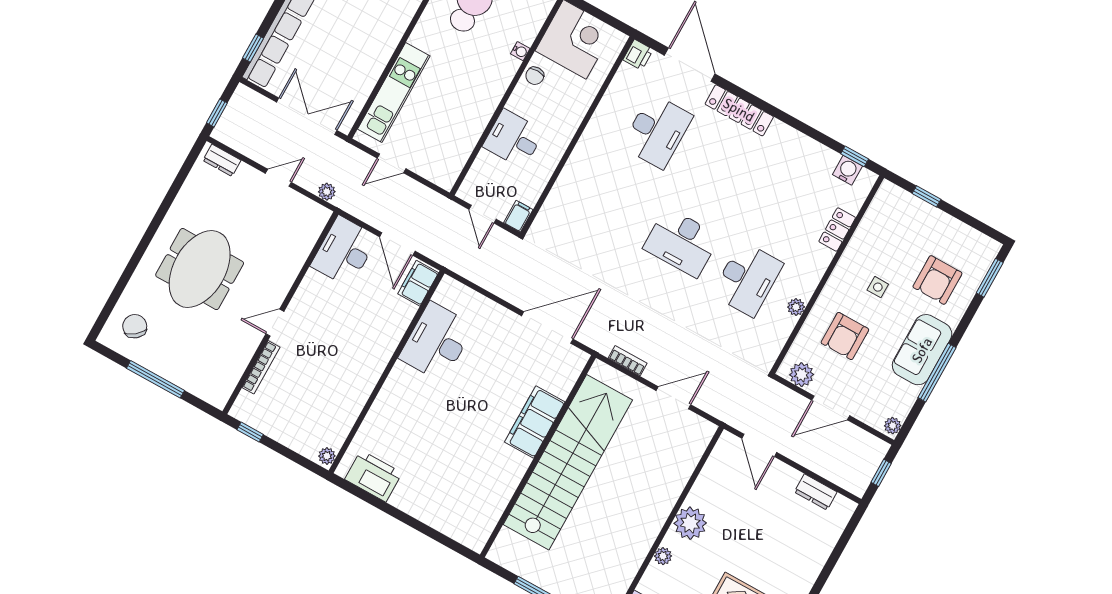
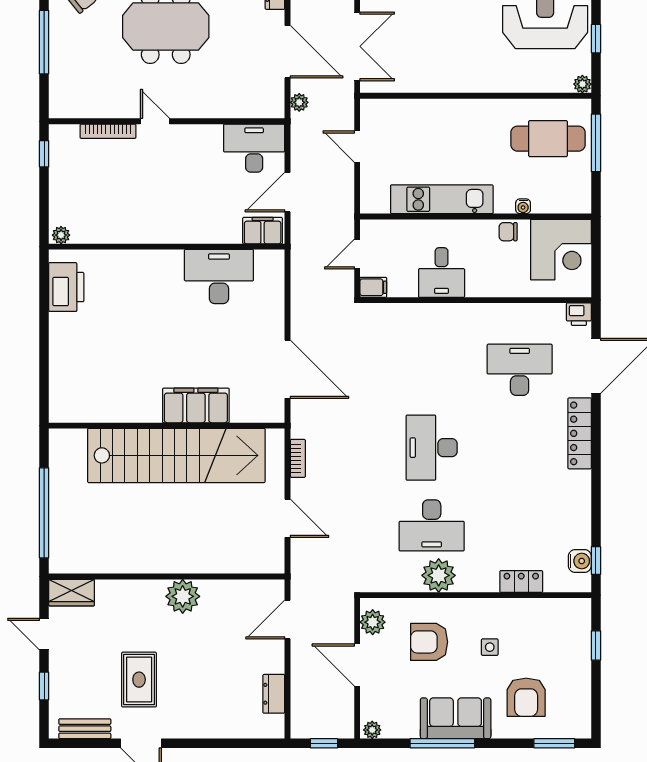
kitchen unit: (394, 92) -> (442, 199), moved, turned 180
desk: (657, 131) -> (520, 370), turned 180
desk: (513, 139) -> (442, 273), moved, turned 180
door: (278, 178) -> (287, 52), width x1.87
armchair: (937, 280) -> (526, 697), turned -90
plant: (796, 307) -> (439, 575), width x1.88, depth x1.88
plant: (663, 556) -> (139, 588), removed

